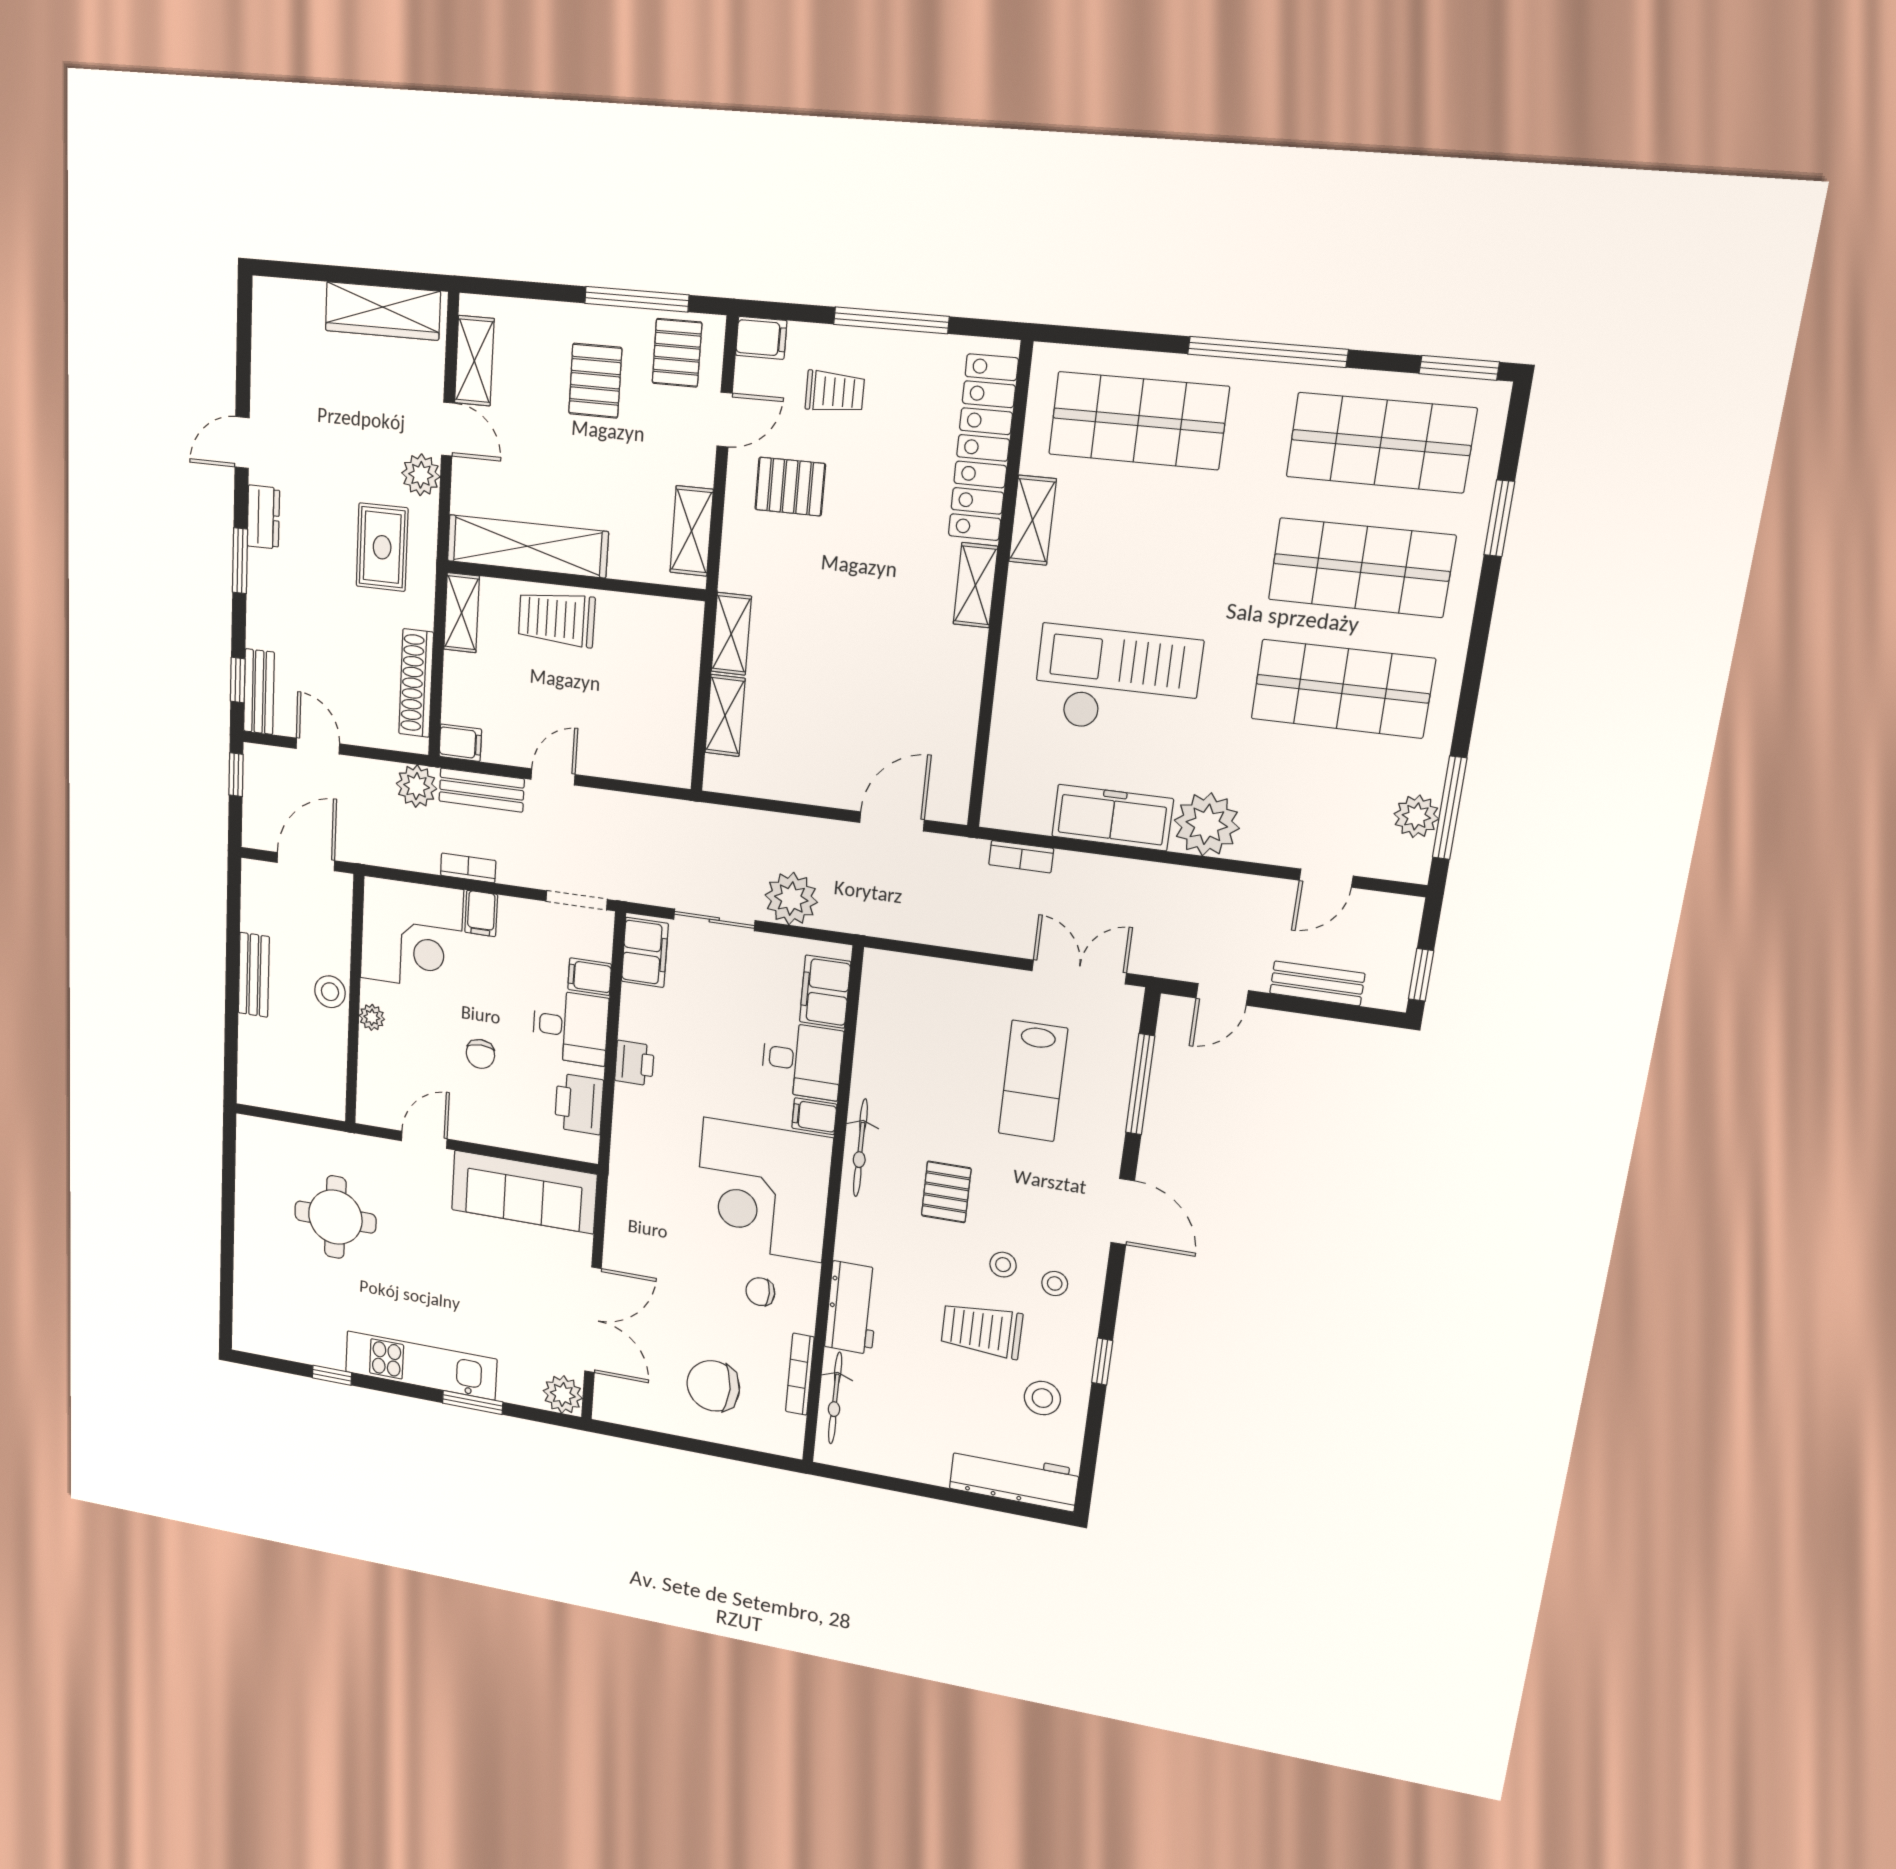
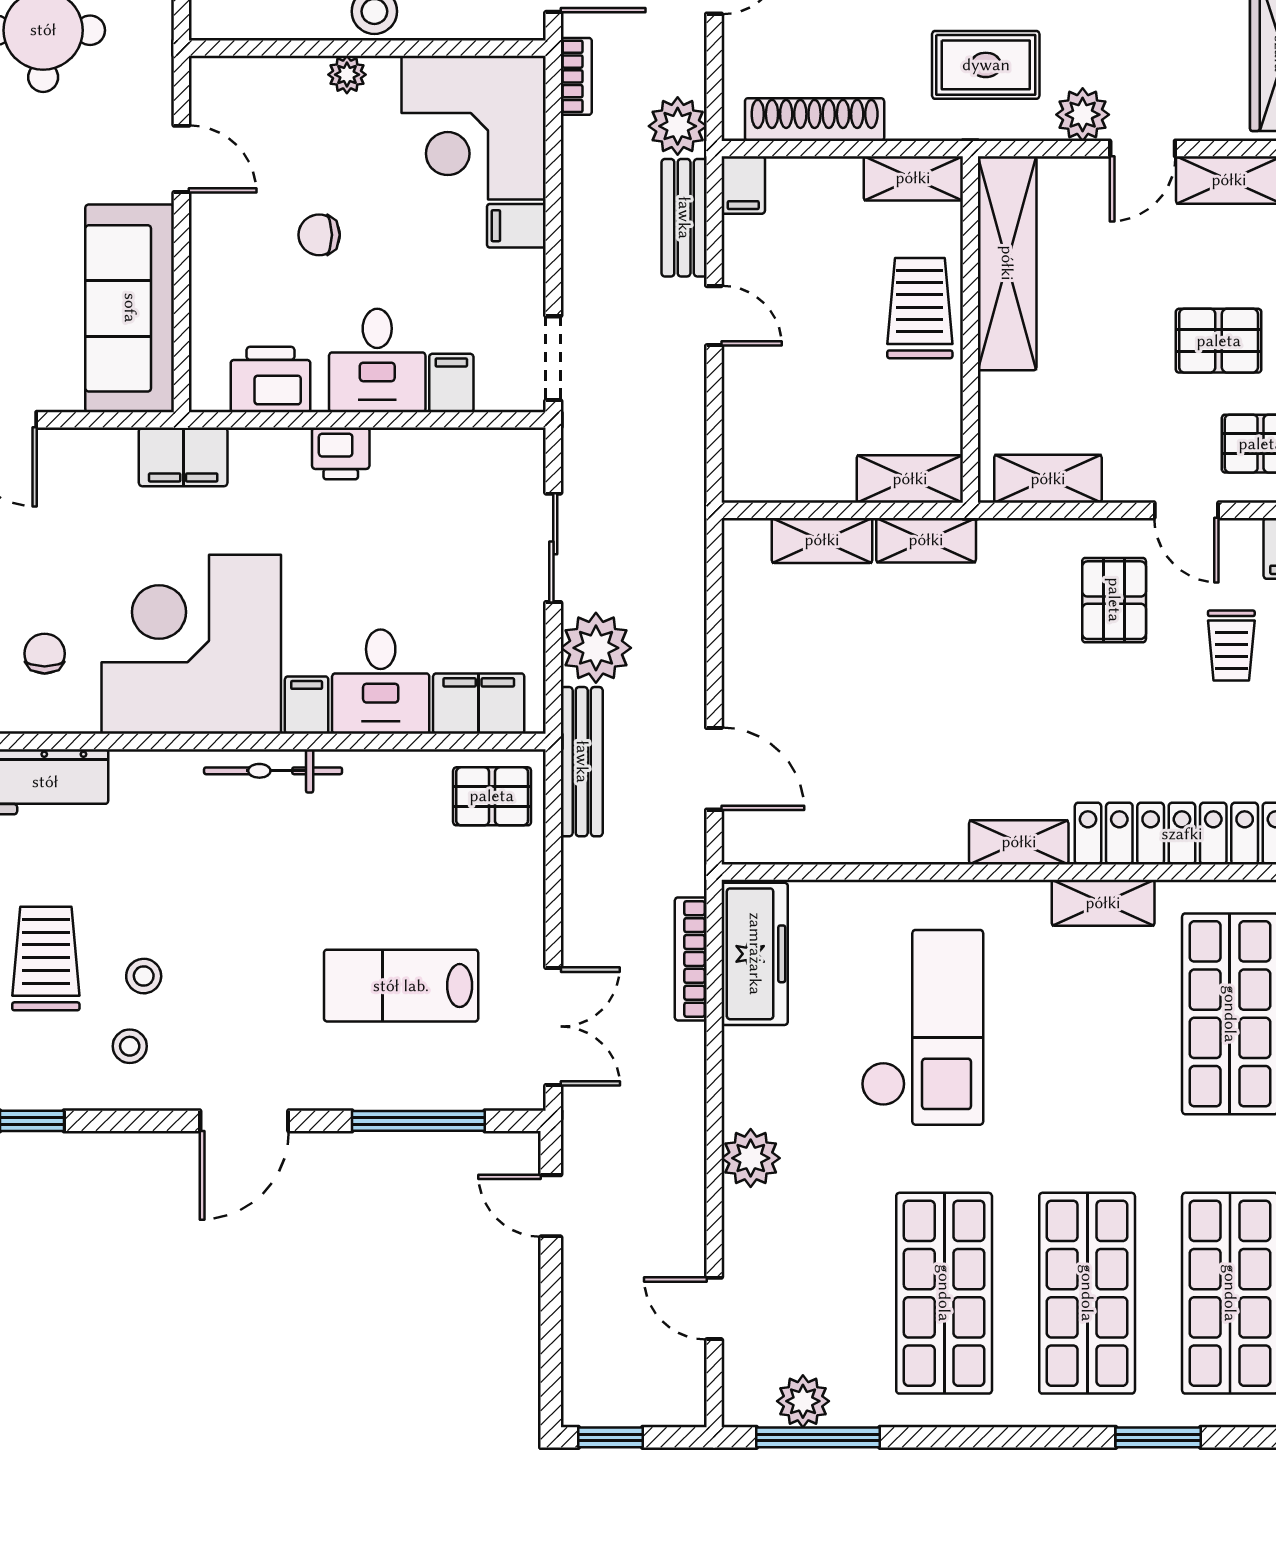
shelving: (684, 641) -> (910, 479), added
freezer: (1112, 818) -> (755, 954), moved
plant: (1207, 824) -> (751, 1158), width x0.73, depth x0.73
bookcase: (1021, 857) -> (691, 959), width x1.56
bookcase: (468, 868) -> (576, 76), moved
filing cabinet: (645, 952) -> (183, 457), moved
bench: (1317, 983) -> (582, 762), moved, width x1.36
pallet: (946, 1192) -> (492, 796), moved

